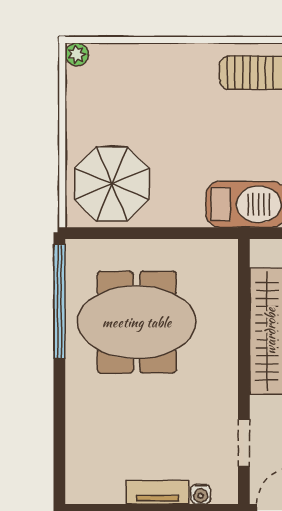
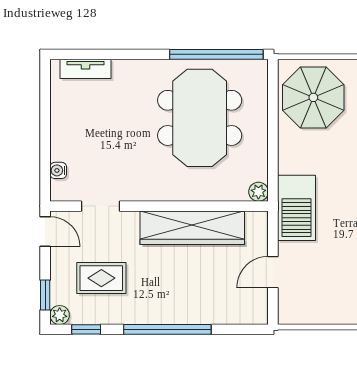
plant: (227, 251) -> (258, 192), added
tv unit: (157, 492) -> (85, 69), moved, turned 90

